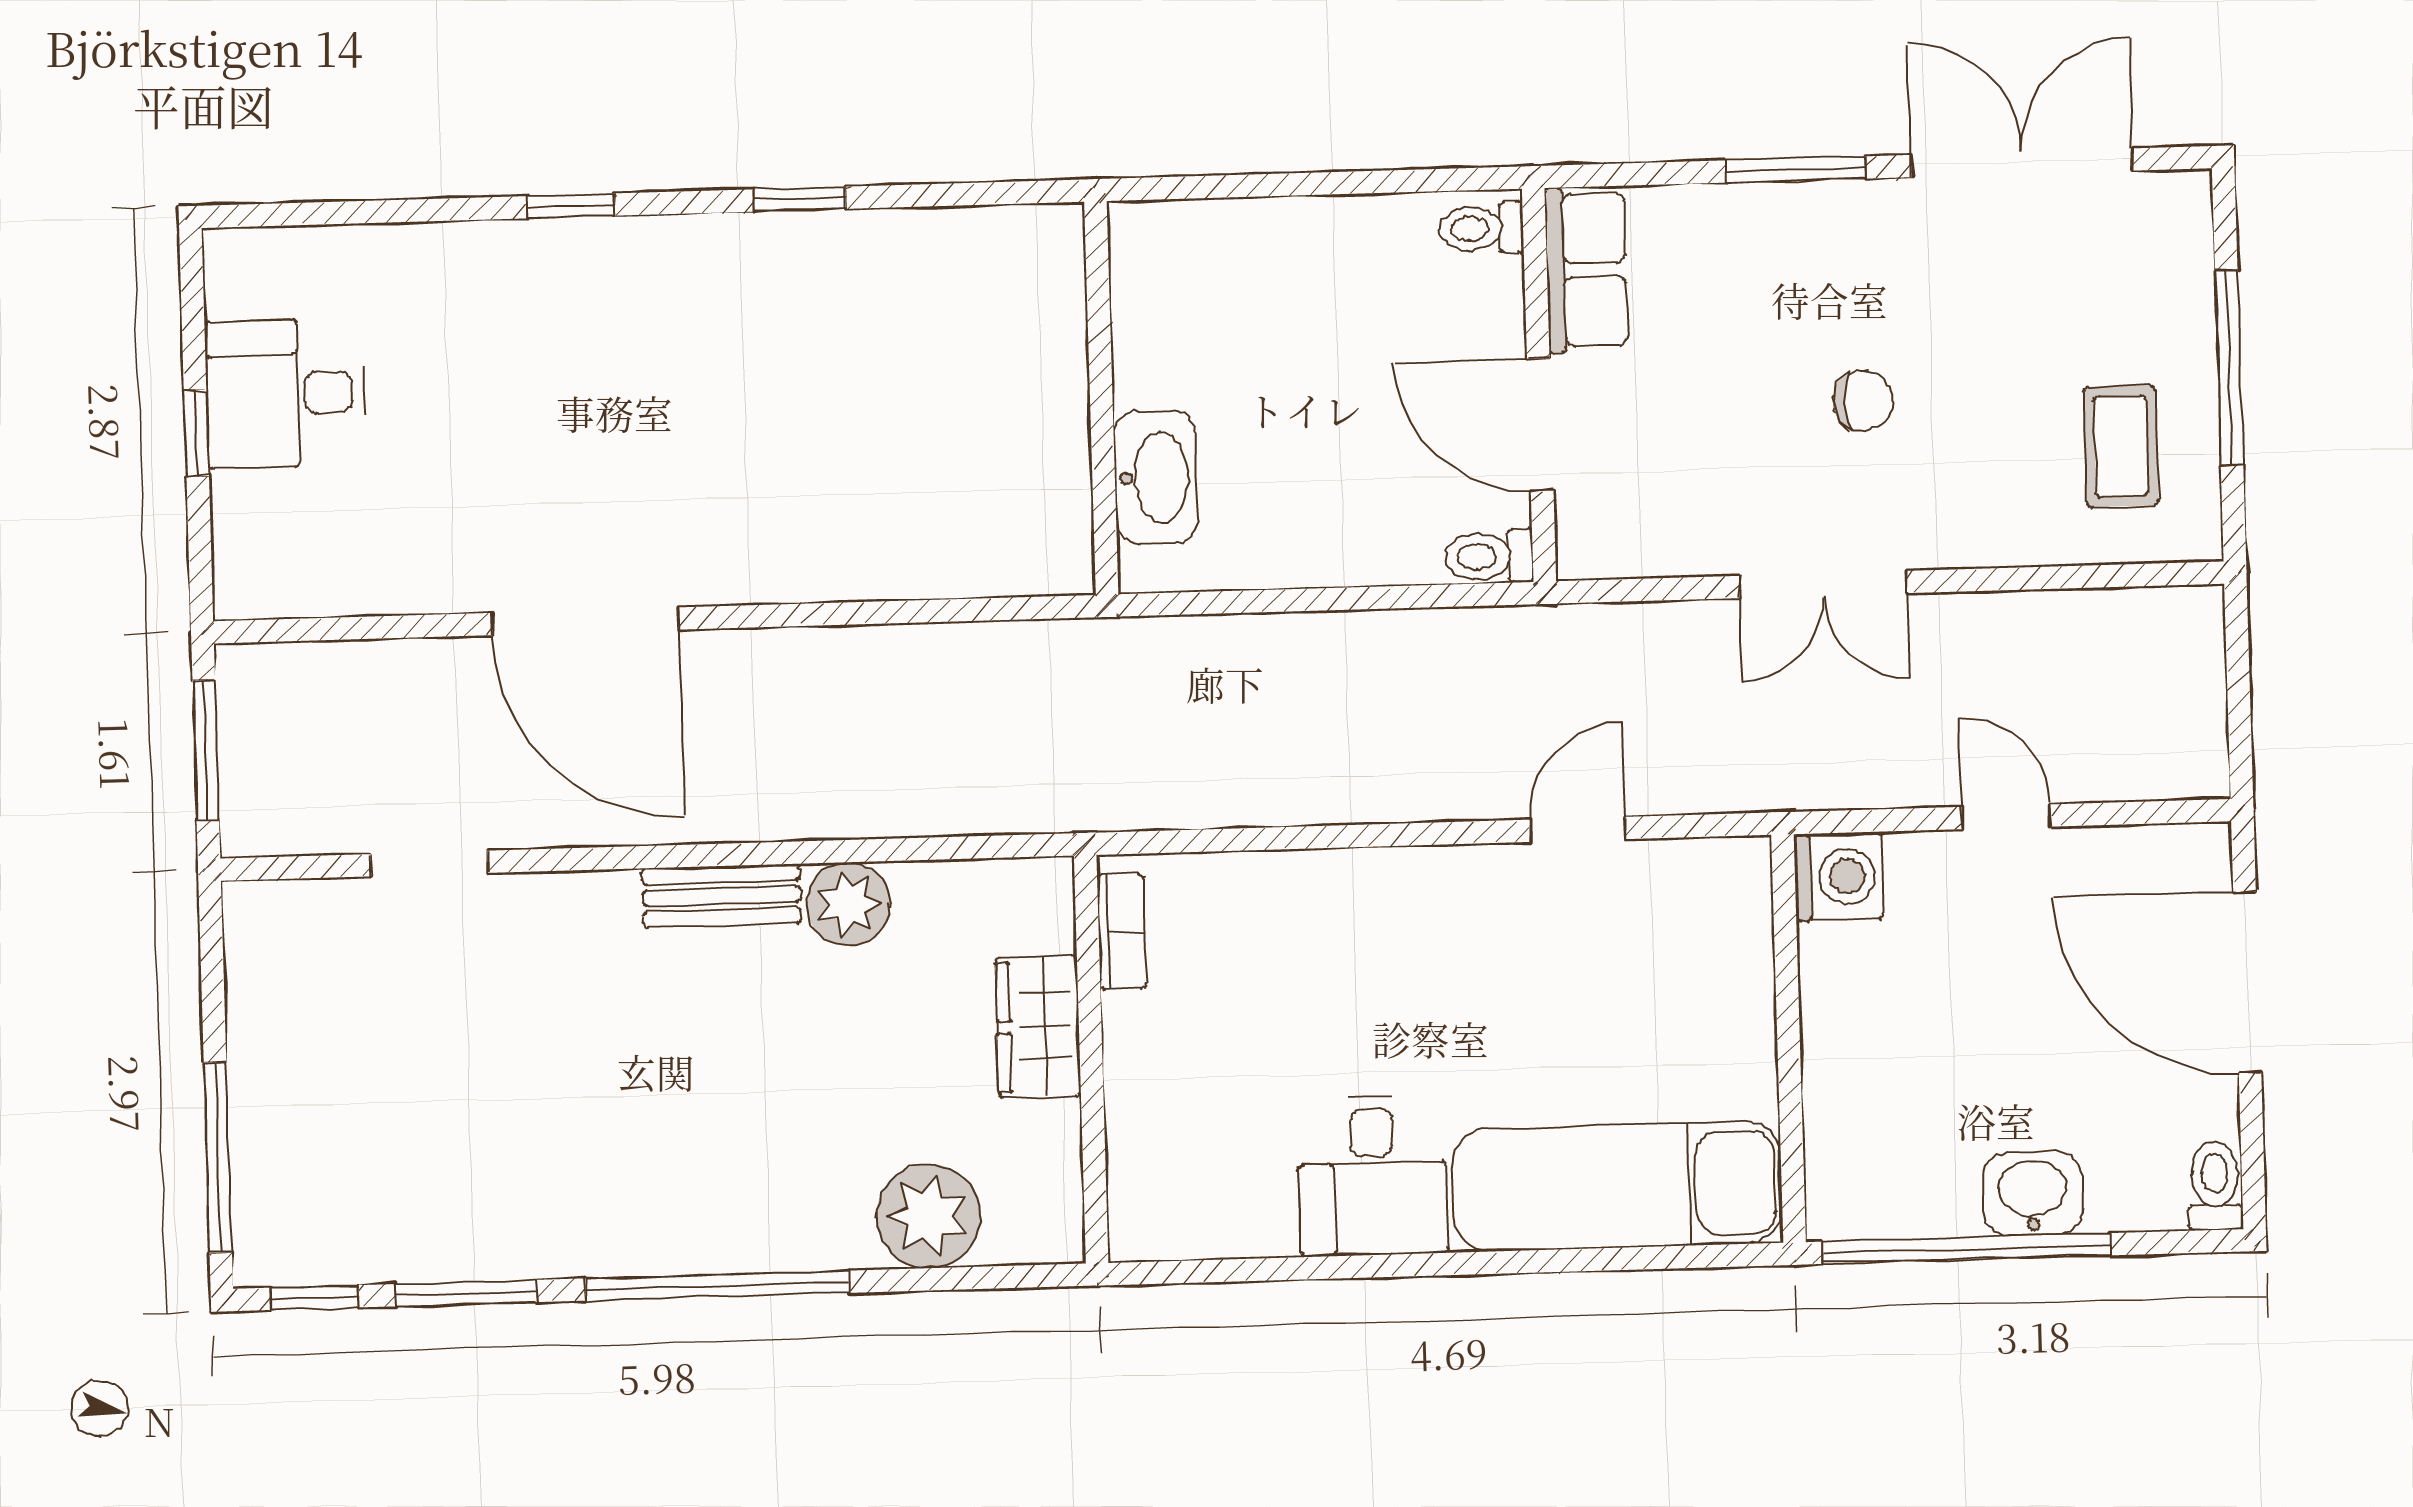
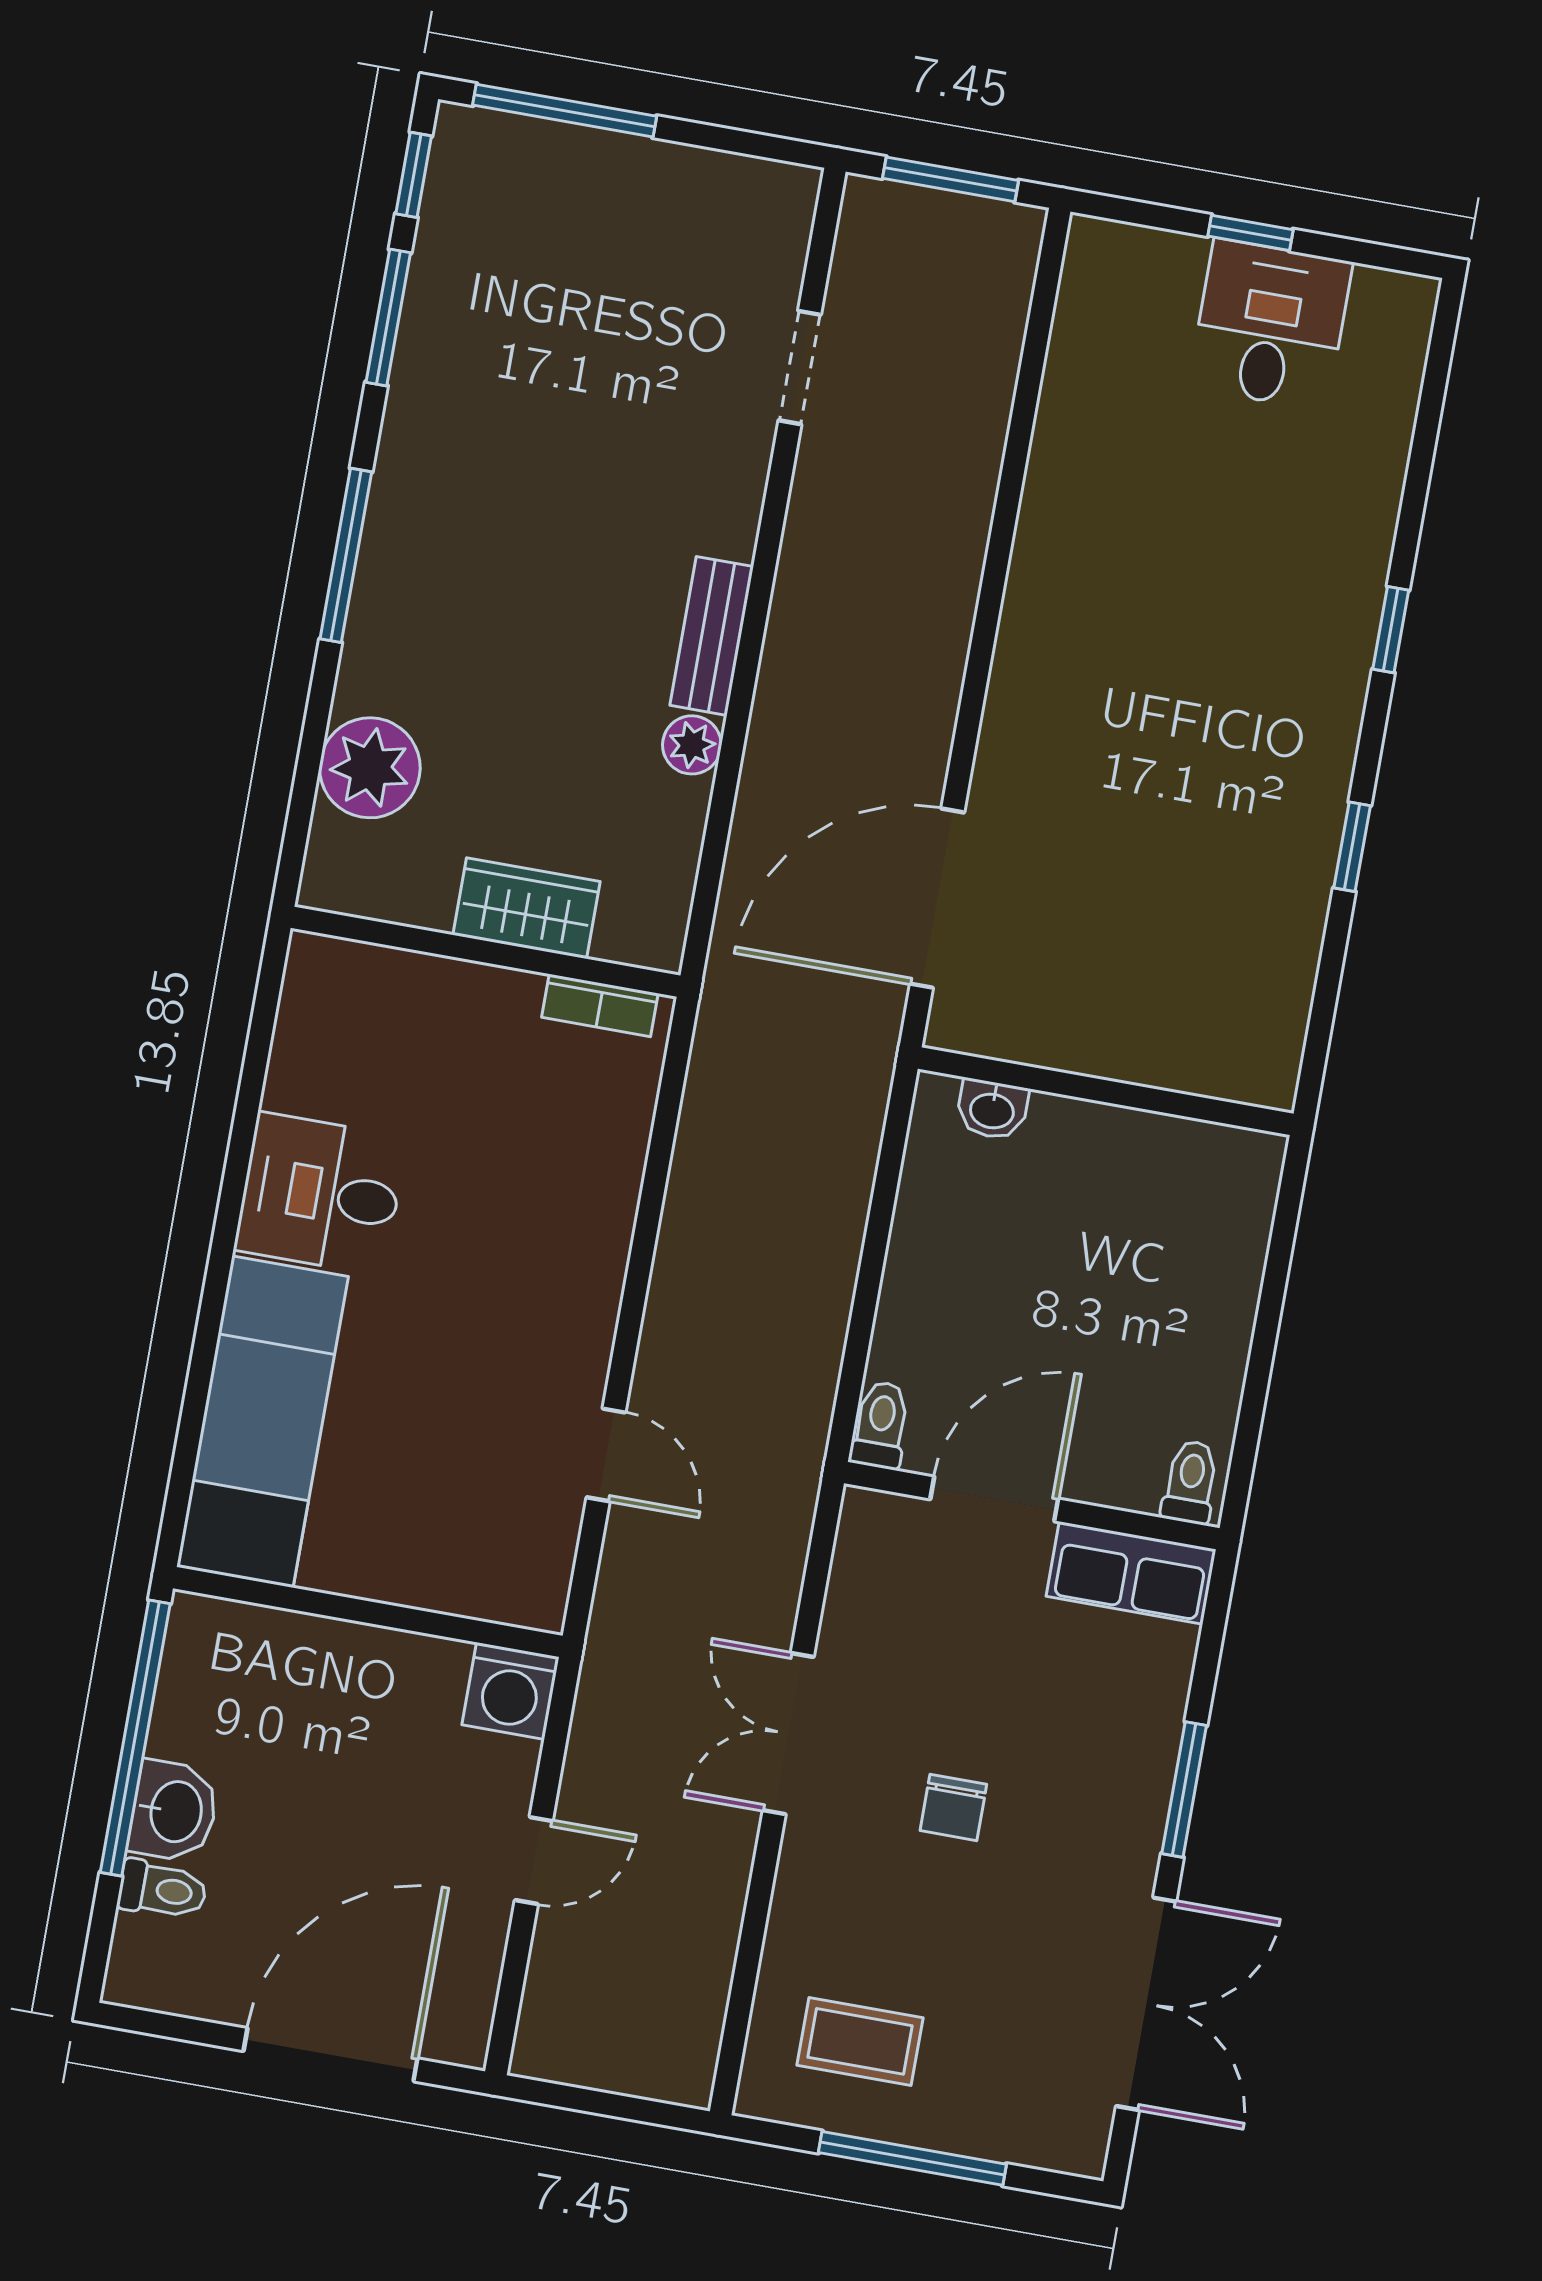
washbasin: (1156, 477) -> (992, 1109), width x0.52, depth x0.69
door: (585, 621) -> (937, 898), moved
plant: (848, 904) -> (692, 745), width x0.73, depth x0.73
toilet: (2215, 1186) -> (162, 1890), moved
window: (717, 1286) -> (346, 555), width x0.68

